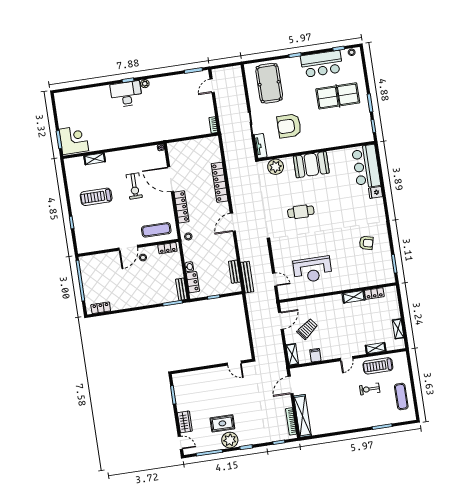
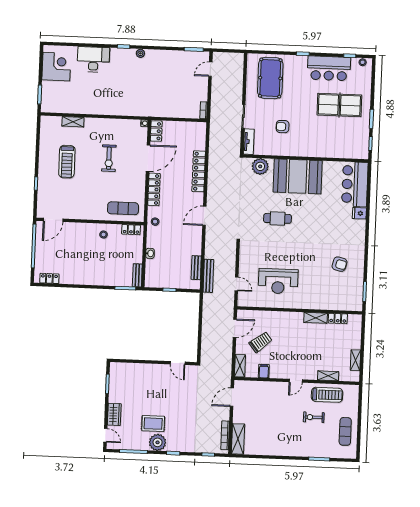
desk: (126, 94) -> (93, 59), moved
armchair: (289, 126) -> (283, 127), width x0.53, depth x0.53
corner desk: (74, 140) -> (56, 67), moved
booth: (311, 165) -> (298, 176), width x1.36, depth x1.42
door: (170, 179) -> (148, 158), swing flipped
treadmill: (96, 197) -> (67, 162), turned -90
door: (128, 248) -> (53, 220), moved
locker: (193, 282) -> (156, 131), moved
treadmill: (378, 366) -> (327, 395), turned 180
shelving: (303, 416) -> (238, 439), width x0.68

